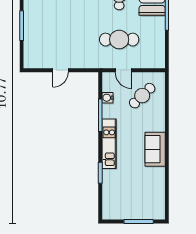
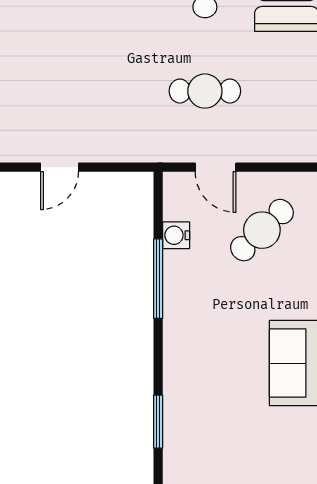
cafe table: (119, 40) -> (205, 91), width x0.73, depth x0.74
kitchen unit: (109, 144) -> (180, 350), removed

